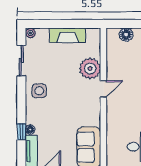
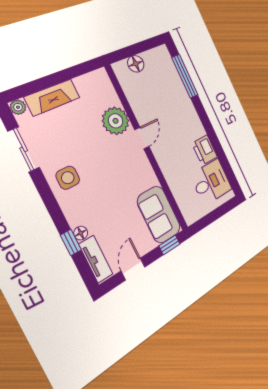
fireplace: (68, 35) -> (52, 97), moved

